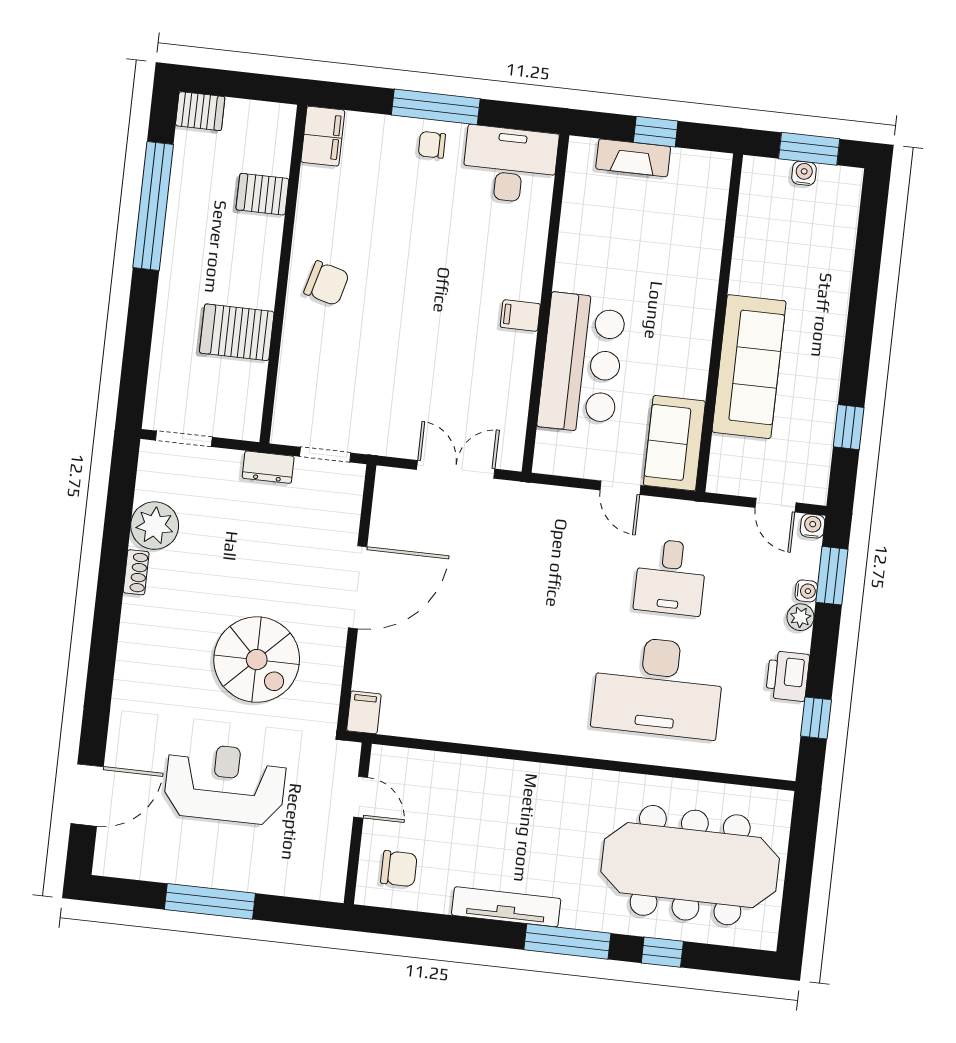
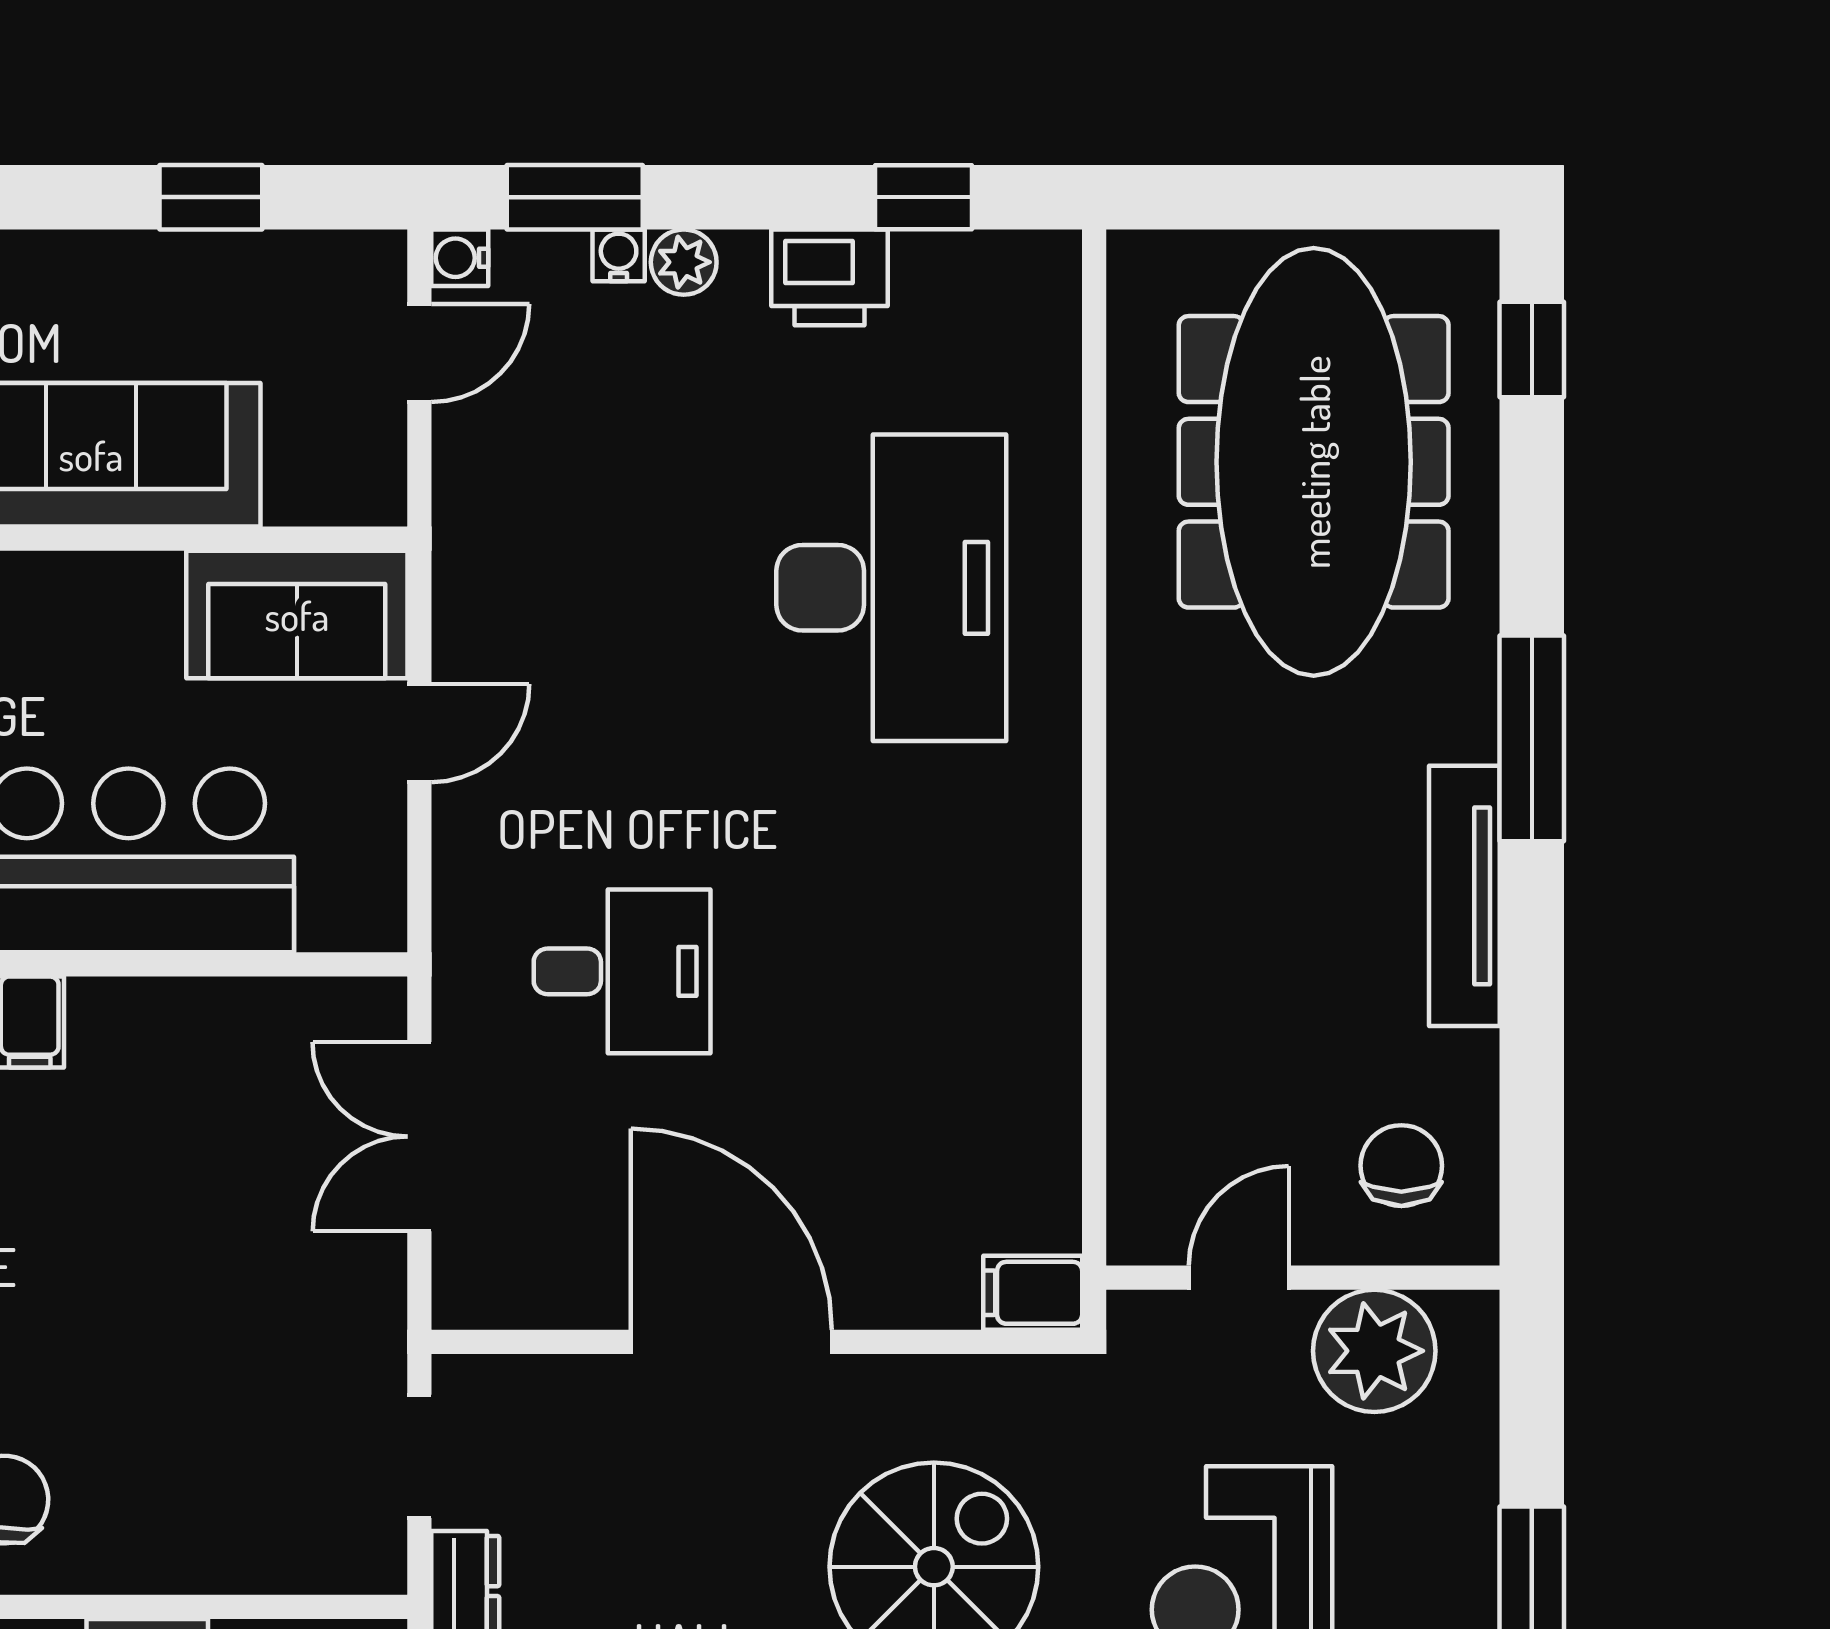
desk: (670, 577) -> (622, 971), moved
plant: (325, 849) -> (1374, 1351), added
window: (662, 952) -> (1532, 350), moved

